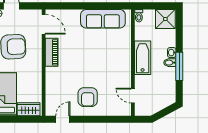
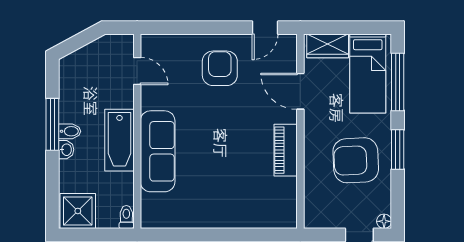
sofa: (103, 19) -> (158, 151), moved, turned 90
door: (44, 24) -> (300, 91), moved

